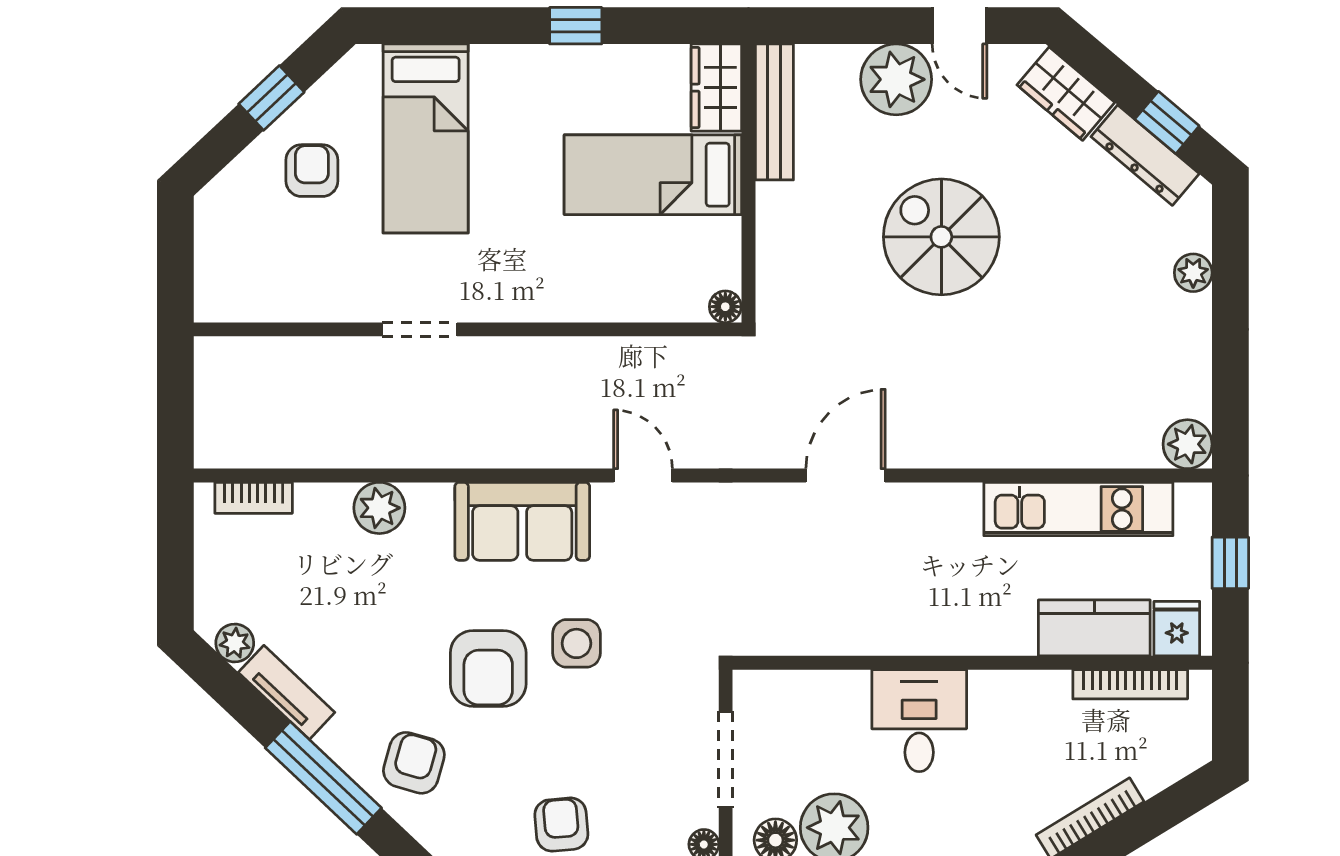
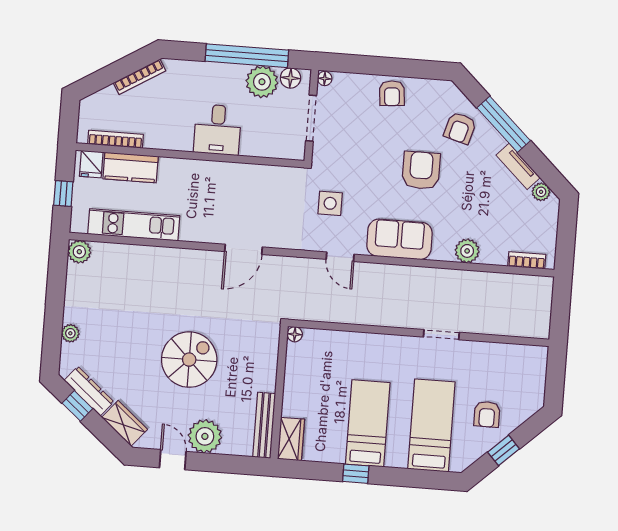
bed: (653, 175) -> (368, 423), moved, turned -90
spiral stairs: (941, 237) -> (189, 360), turned -90
side table: (576, 643) -> (330, 203), moved

